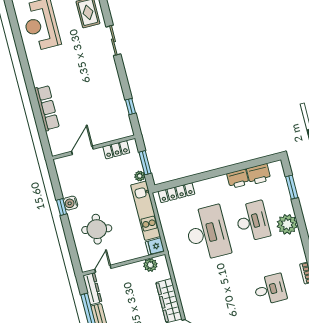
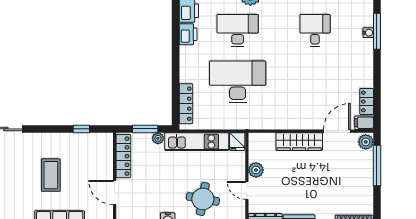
coffee table: (83, 90) -> (51, 175), added
locker: (116, 150) -> (123, 156), width x1.53
plant: (150, 265) -> (256, 170), moved
door: (103, 269) -> (247, 190), moved

